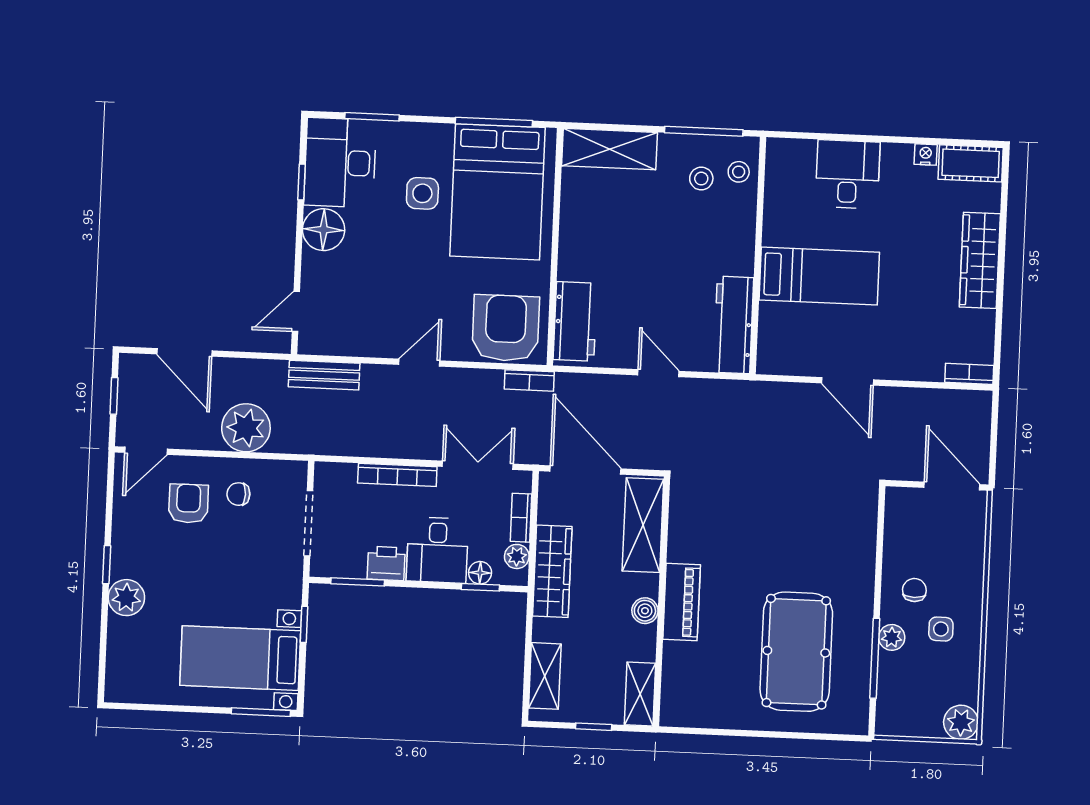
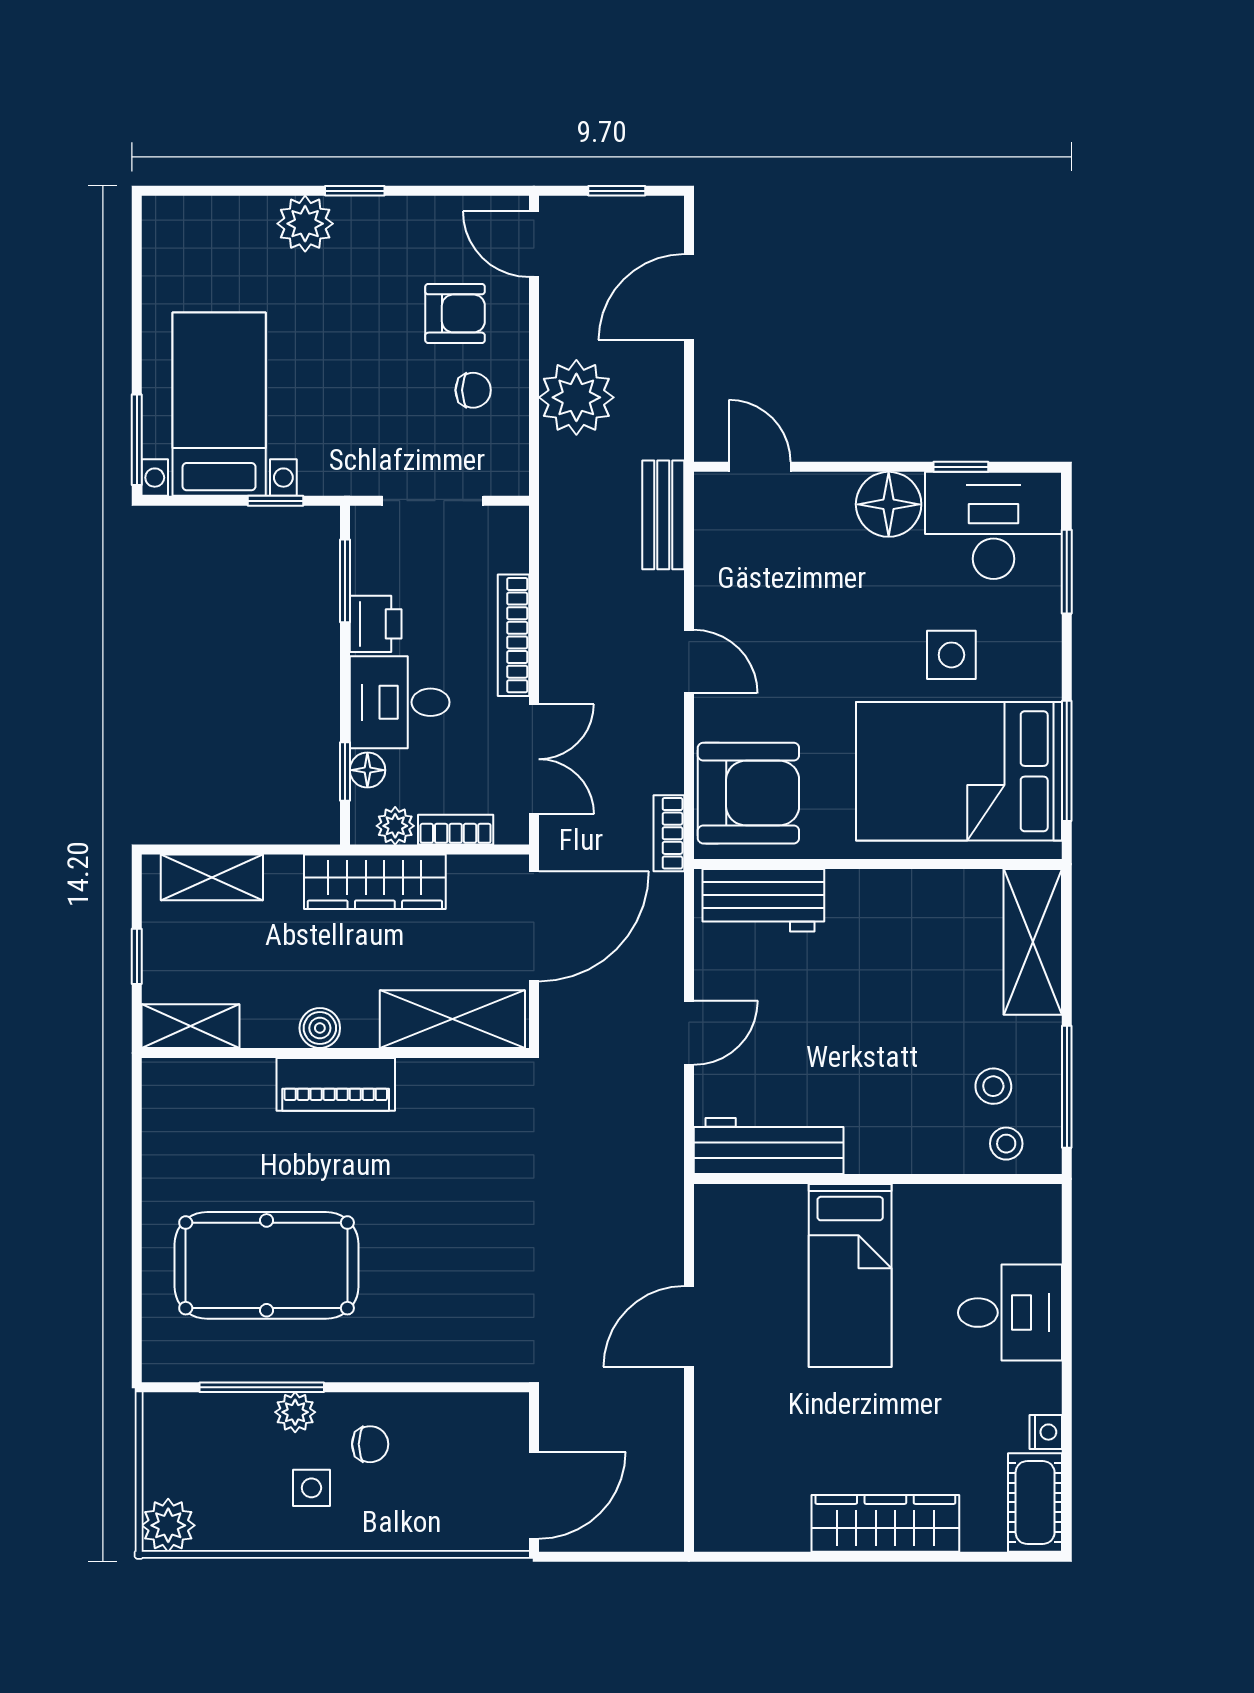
bookcase: (969, 374) -> (709, 1515), removed
chair: (238, 494) -> (473, 390), turned 90

